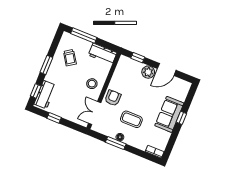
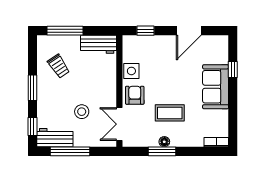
plant: (148, 72) -> (166, 44), removed
side table: (117, 81) -> (131, 71), added
stool: (92, 84) -> (82, 112), moved
workbench: (45, 95) -> (55, 138), moved, turned -90
window: (54, 118) -> (70, 151), width x2.17
window: (181, 118) -> (233, 69), moved

